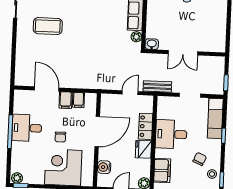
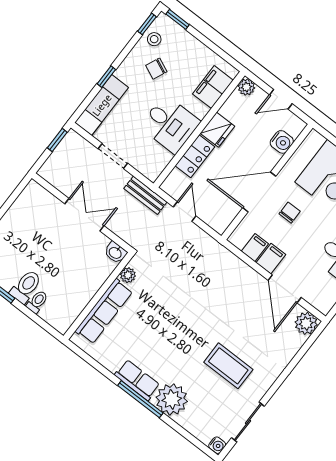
plant: (22, 78) -> (306, 323), added
door: (130, 93) -> (185, 212), swing flipped
chair: (60, 137) -> (290, 213), moved

